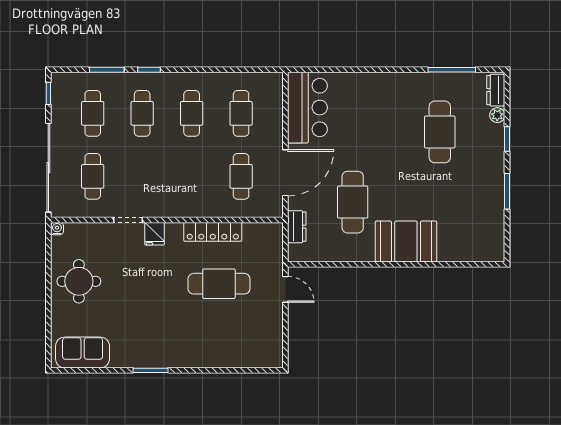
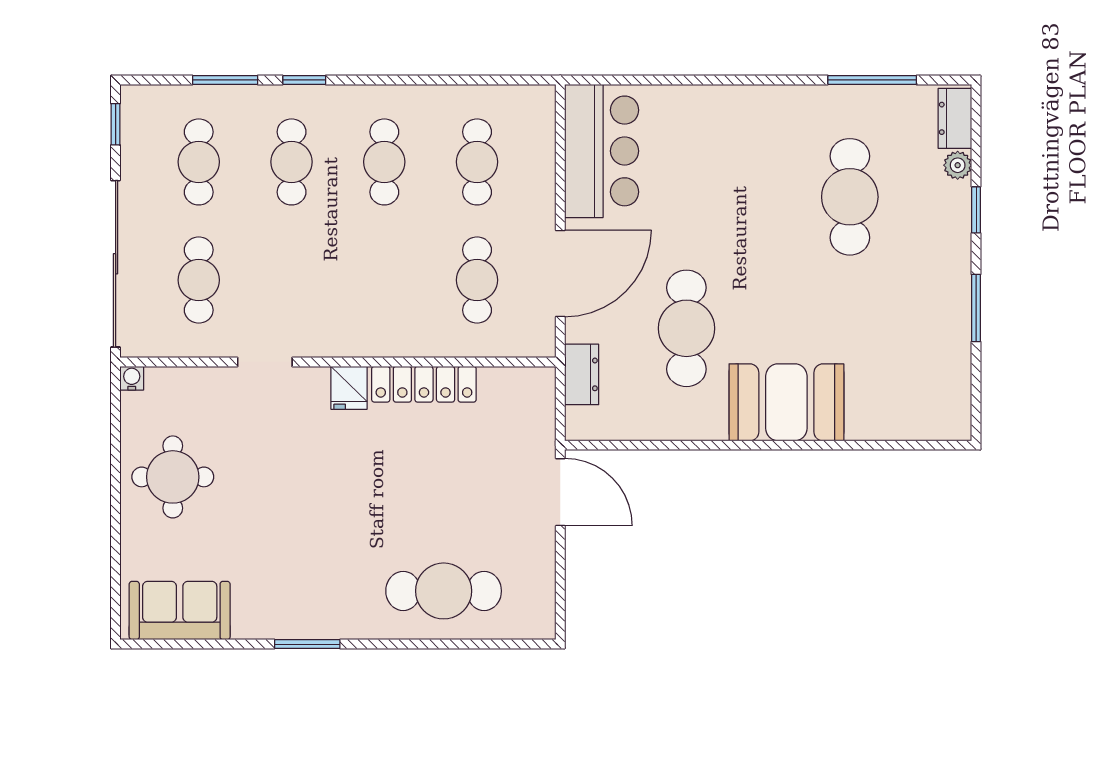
fridge: (155, 234) -> (349, 388), moved
cafe table: (219, 284) -> (444, 591), moved
door: (285, 289) -> (560, 492), width x1.38

